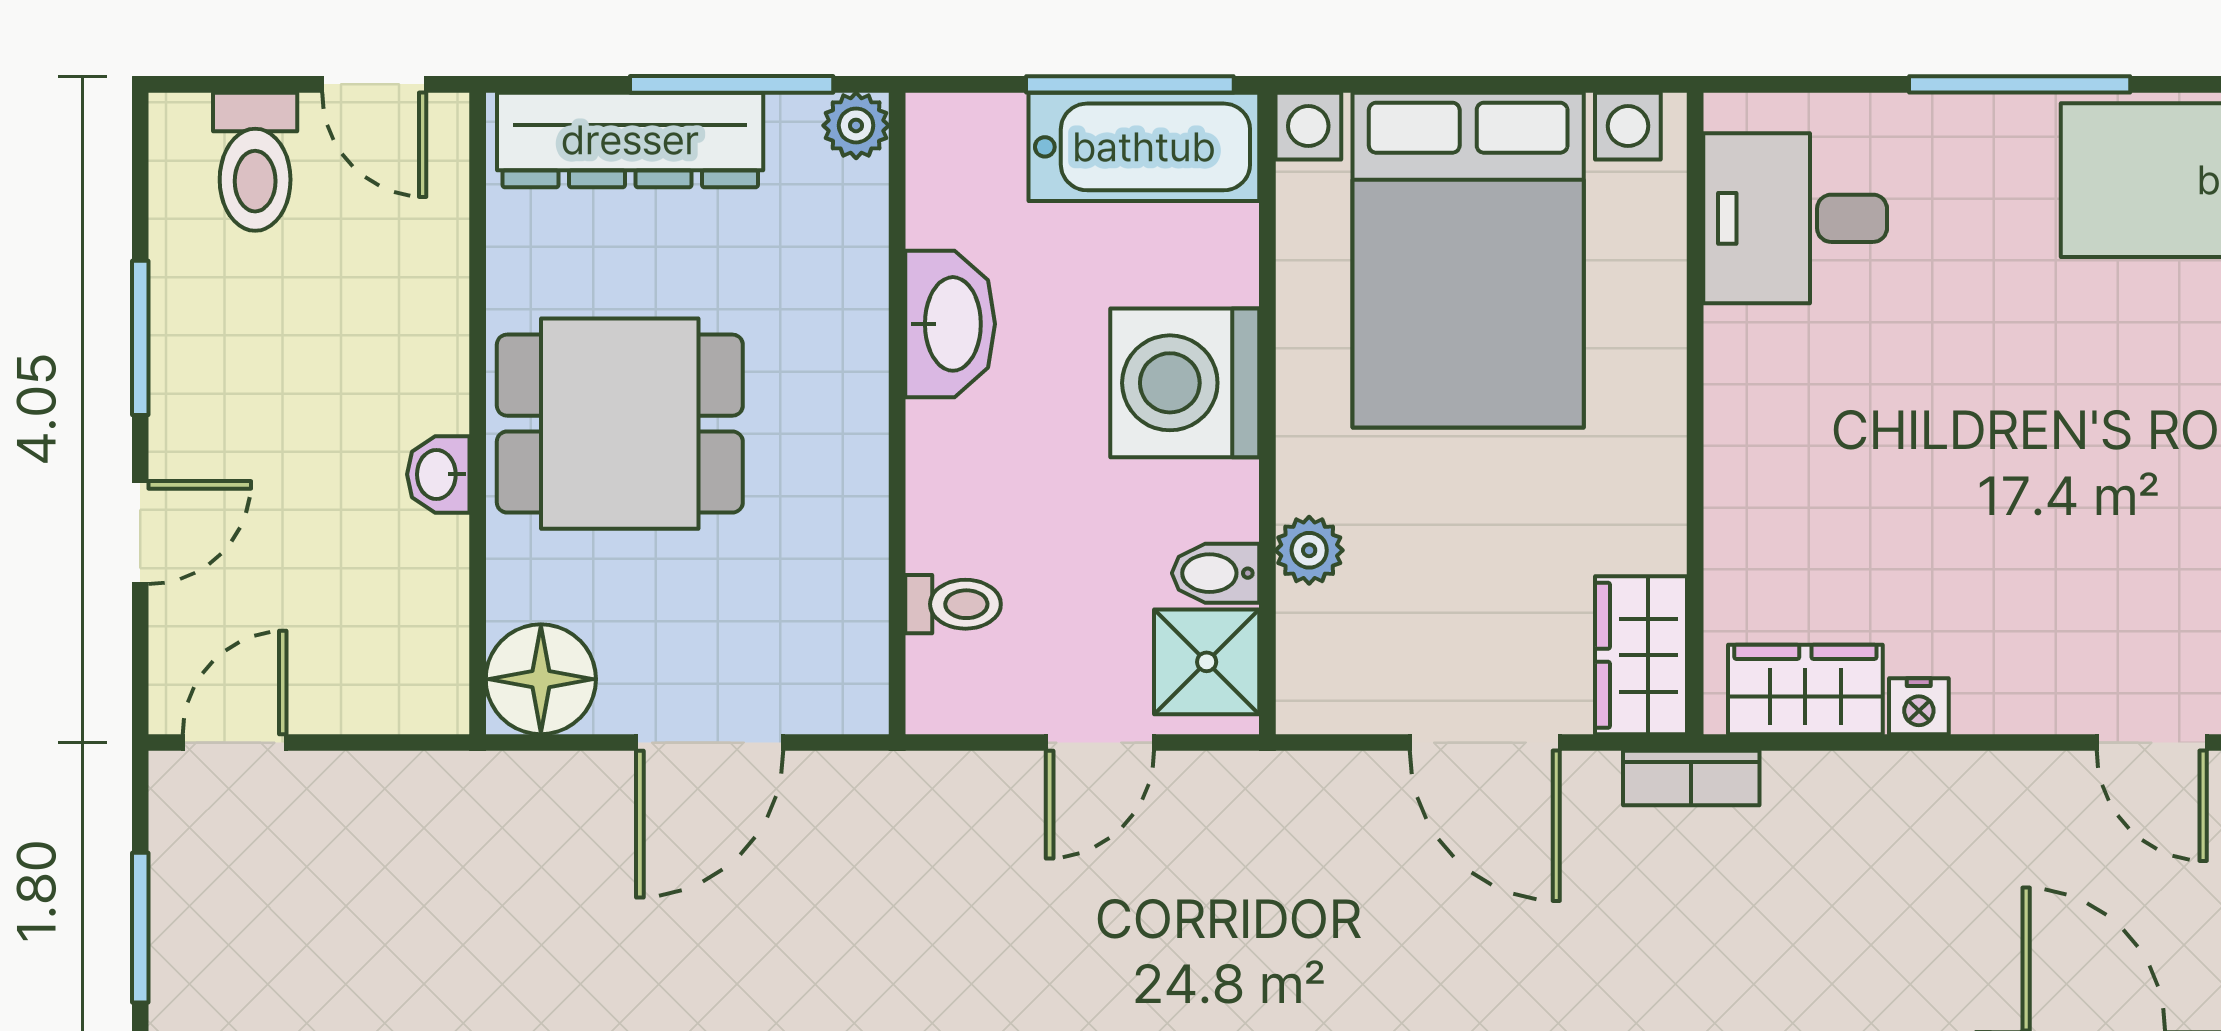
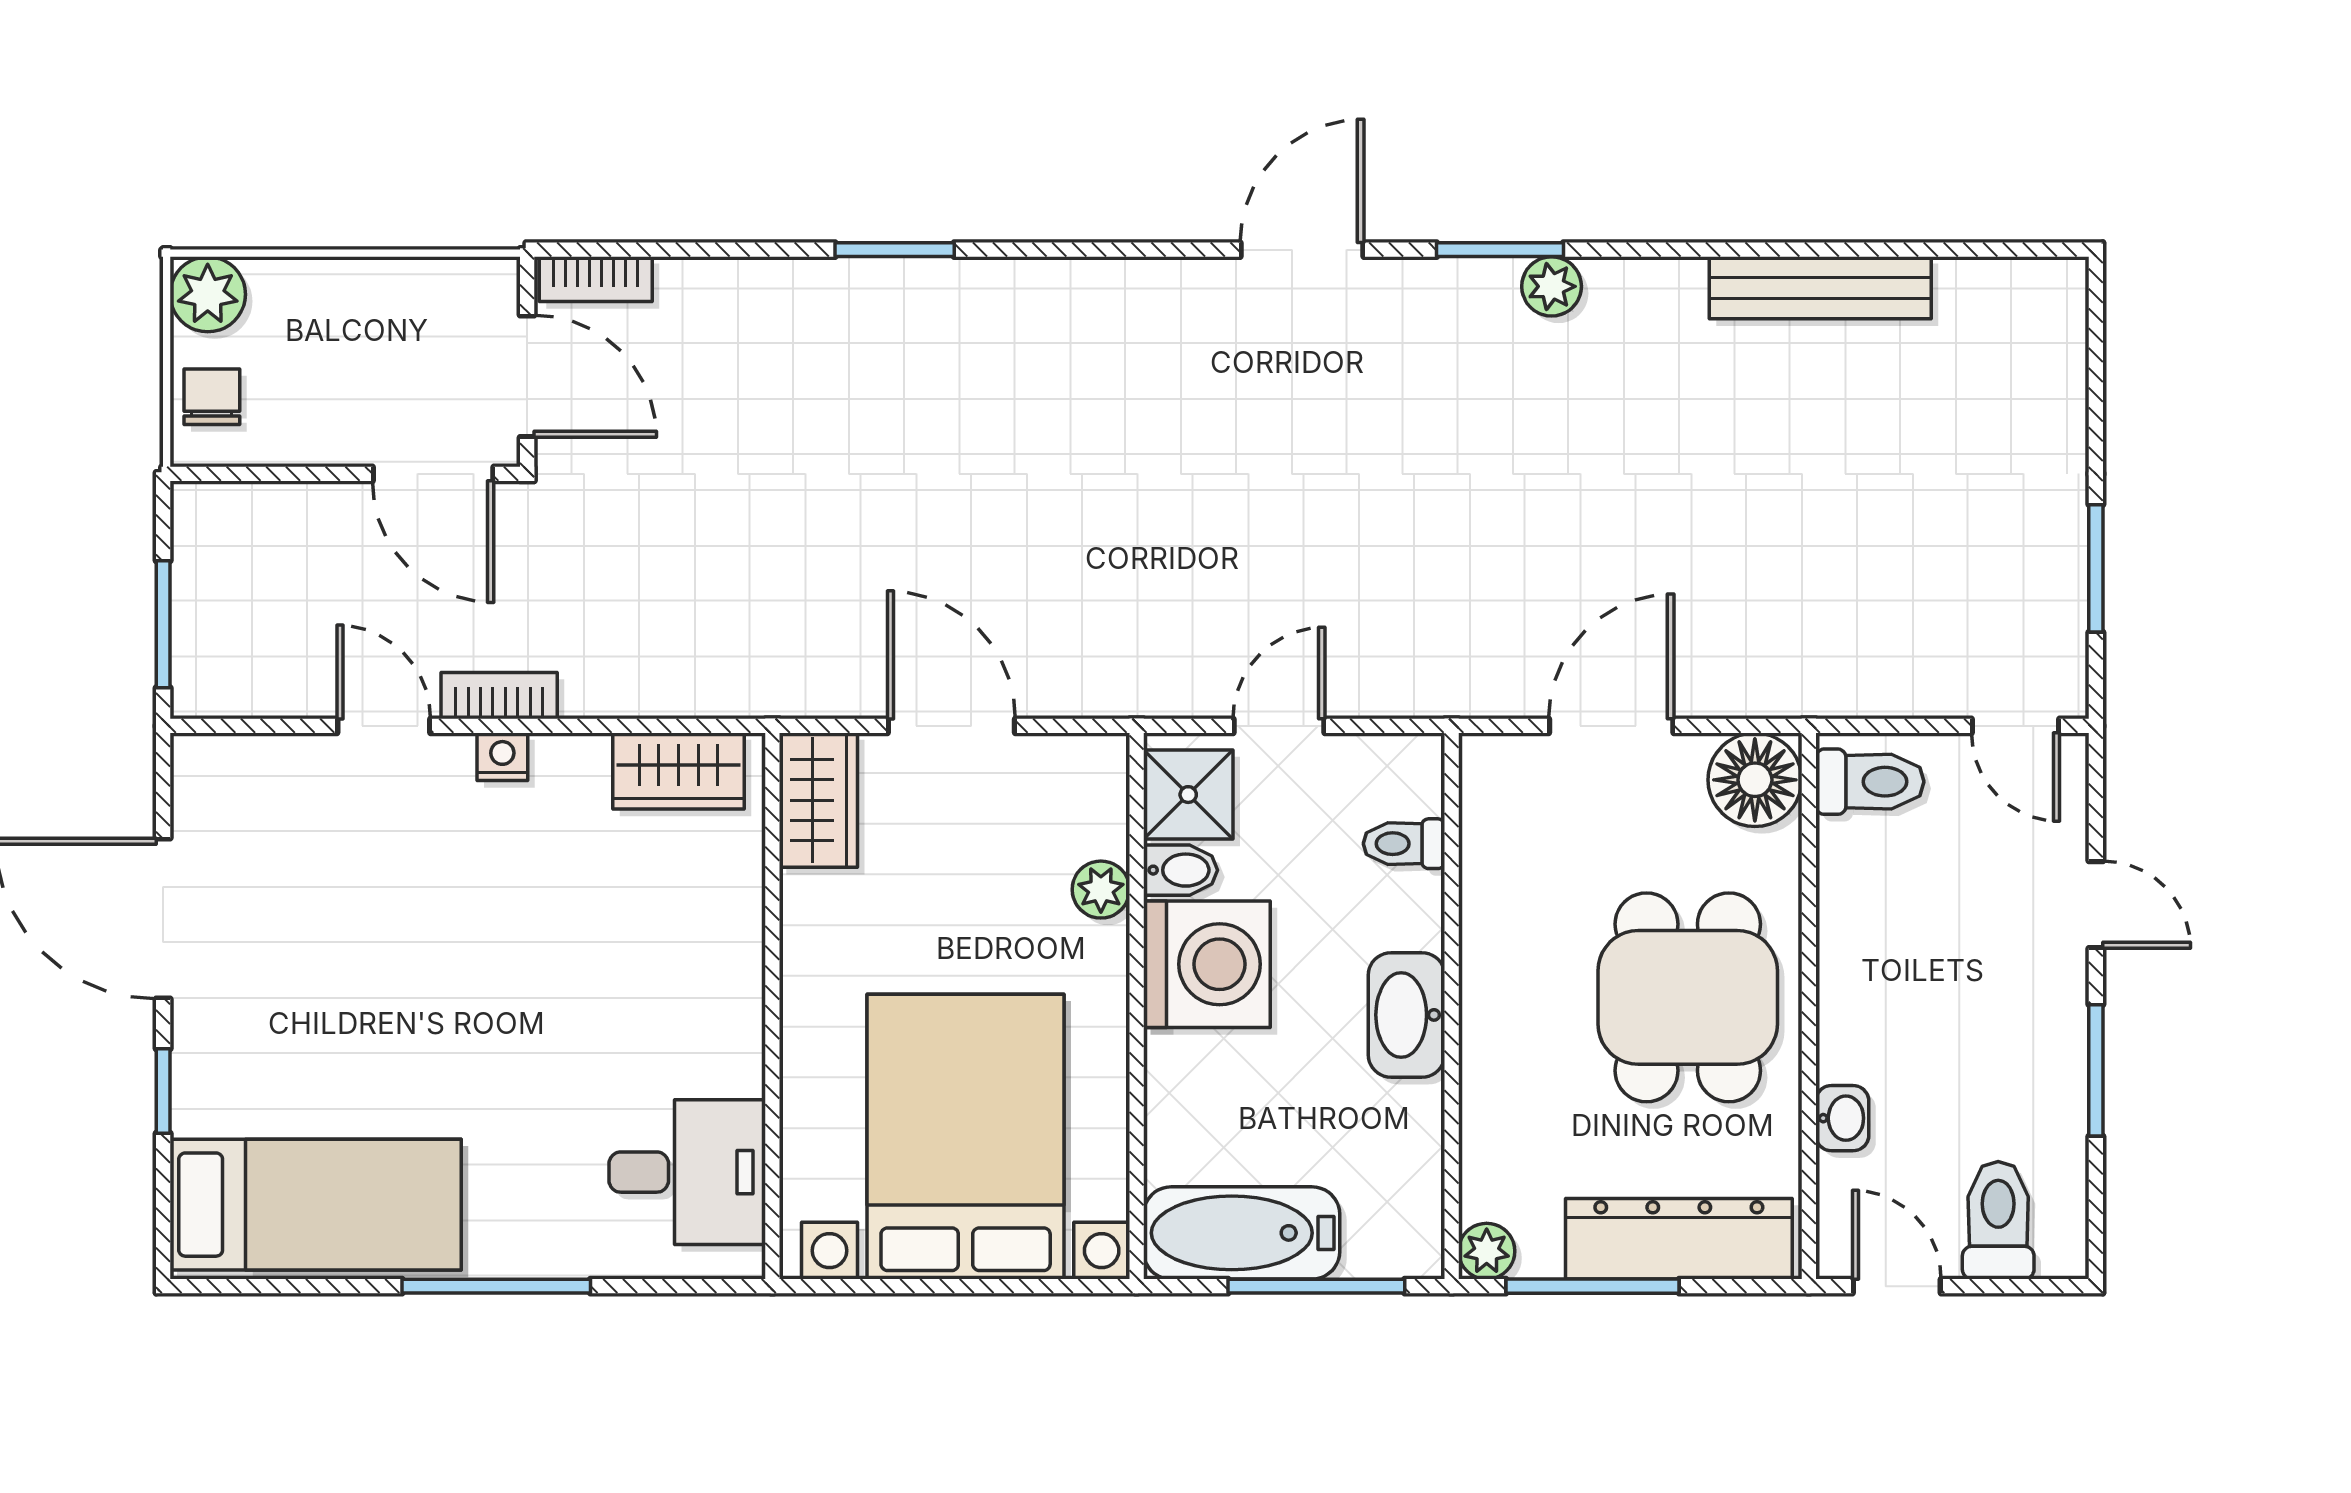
window: (1130, 84) -> (1316, 1286), moved
washbasin: (950, 324) -> (1406, 1015), moved
washing machine: (1185, 383) -> (1207, 964), moved
dining table: (620, 424) -> (1688, 997), turned 90
washbasin: (438, 474) -> (1842, 1118), moved
door: (140, 532) -> (2096, 905), swing flipped
toilet: (406, 677) -> (1870, 782), added
nightstand: (1919, 706) -> (502, 757), moved
door: (235, 743) -> (2016, 726), hinge flipped
bookcase: (1691, 778) -> (499, 696), moved

